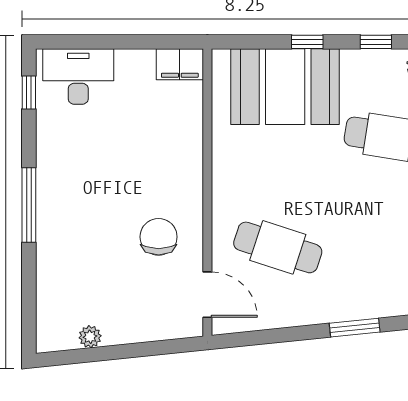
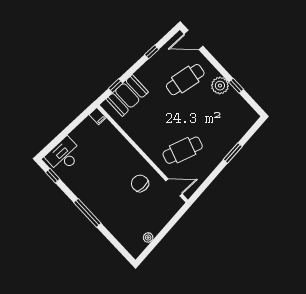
window: (307, 42) -> (116, 86), moved
filing cabinet: (180, 64) -> (98, 116), width x0.50
booth: (285, 87) -> (127, 95), width x0.73, depth x0.70

